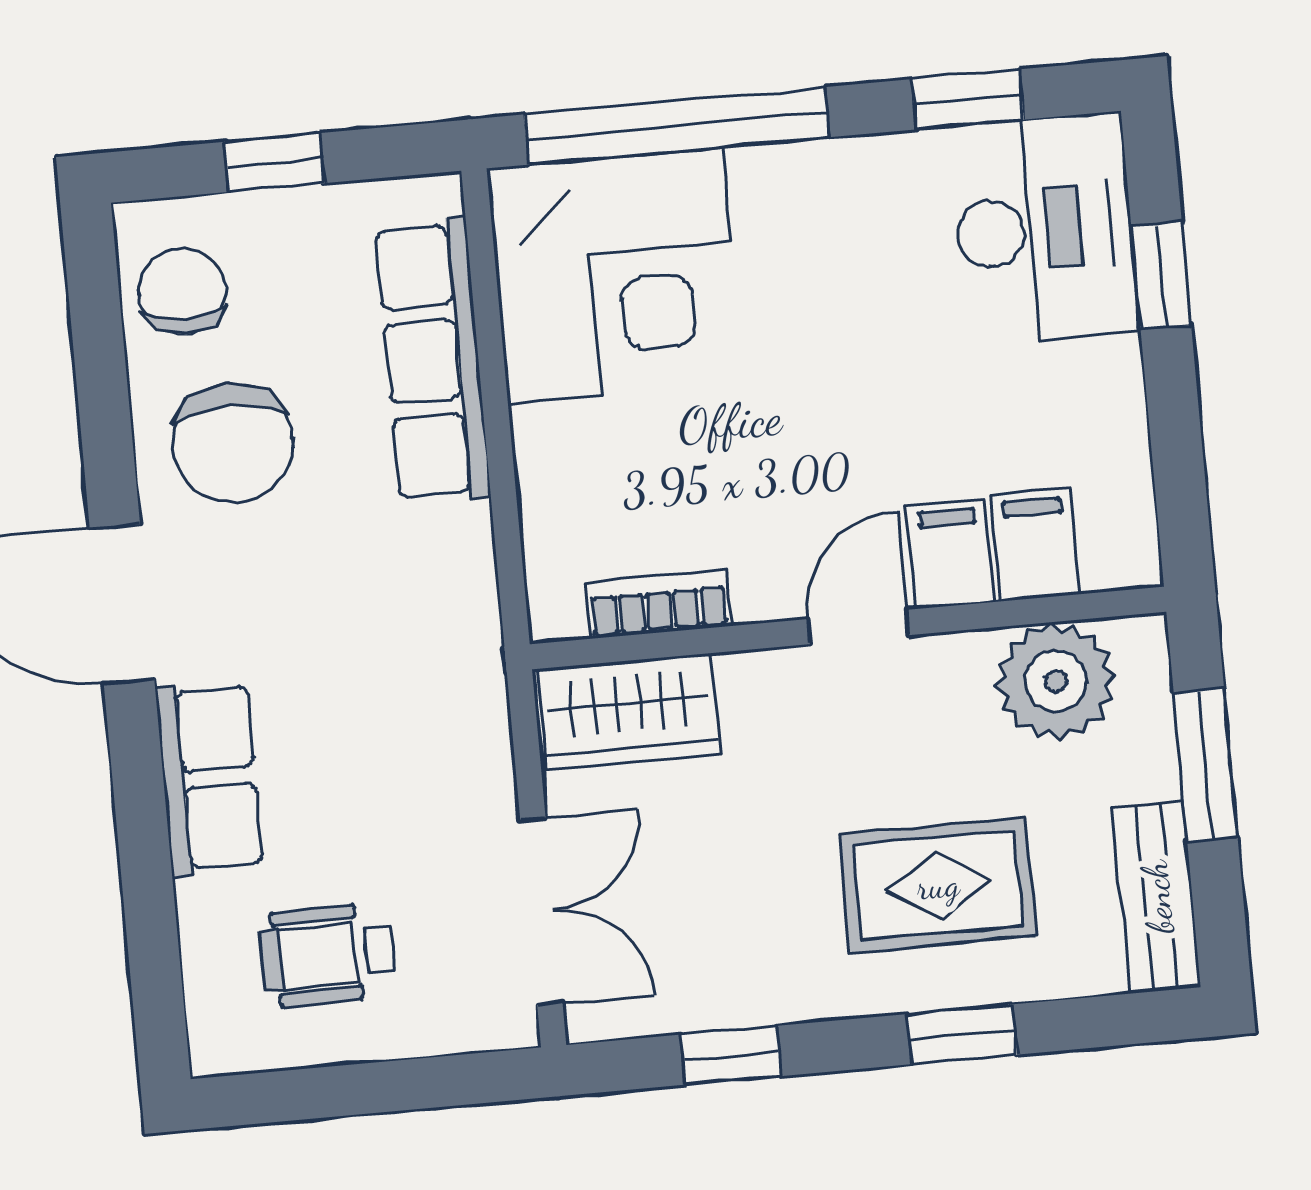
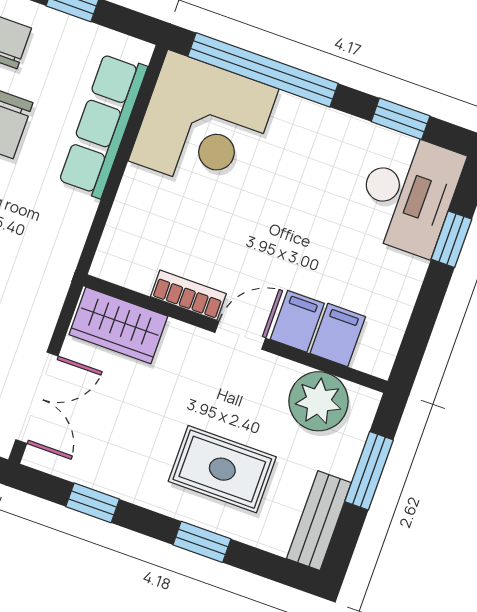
bookcase: (659, 604) -> (188, 295), moved

